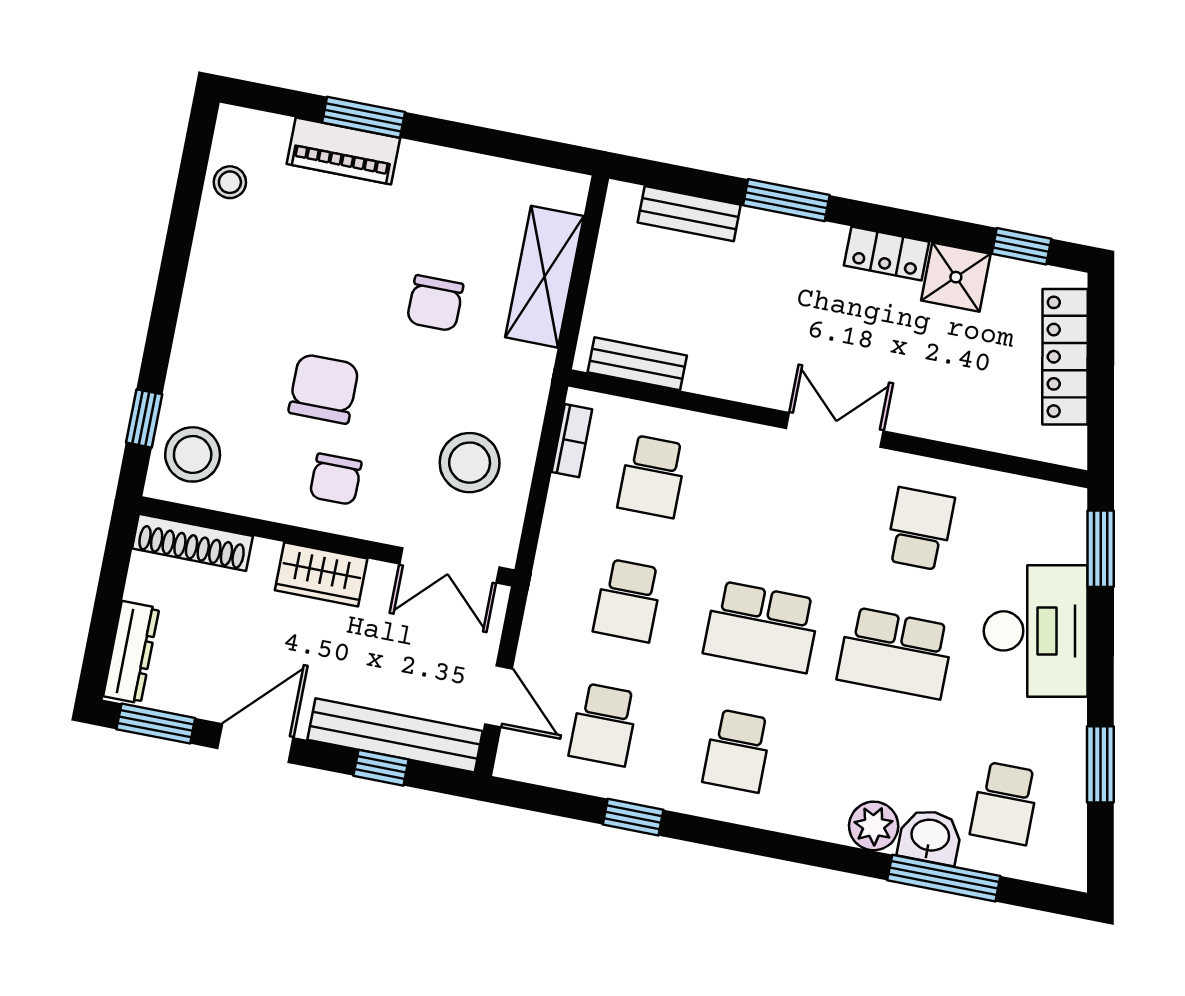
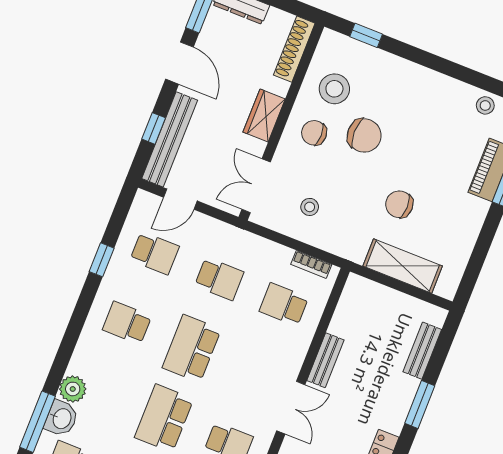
bench: (637, 364) -> (325, 360), moved
stool: (193, 454) -> (334, 89), moved
stool: (470, 463) -> (310, 207), width x0.53, depth x0.53
school desk: (628, 600) -> (219, 279), turned 180
school desk: (604, 725) -> (155, 253), turned 180

